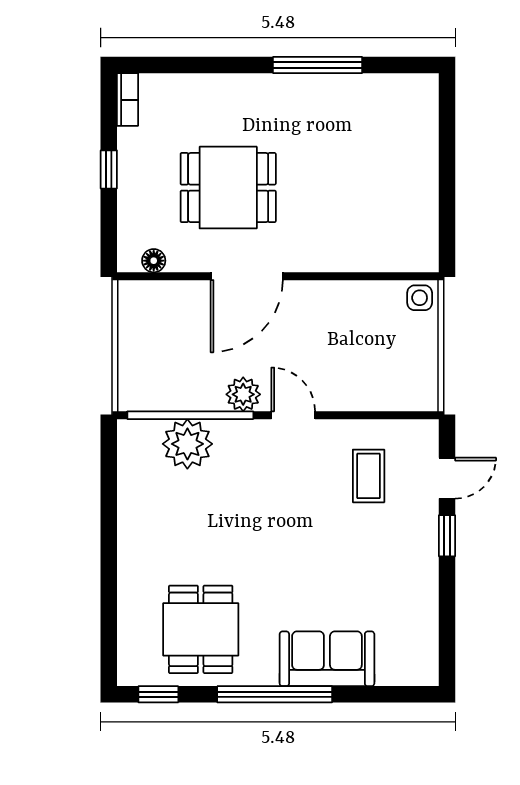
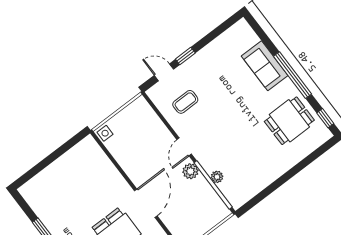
door: (247, 276) -> (146, 203), hinge flipped
plant: (187, 444) -> (217, 177), width x0.53, depth x0.53

